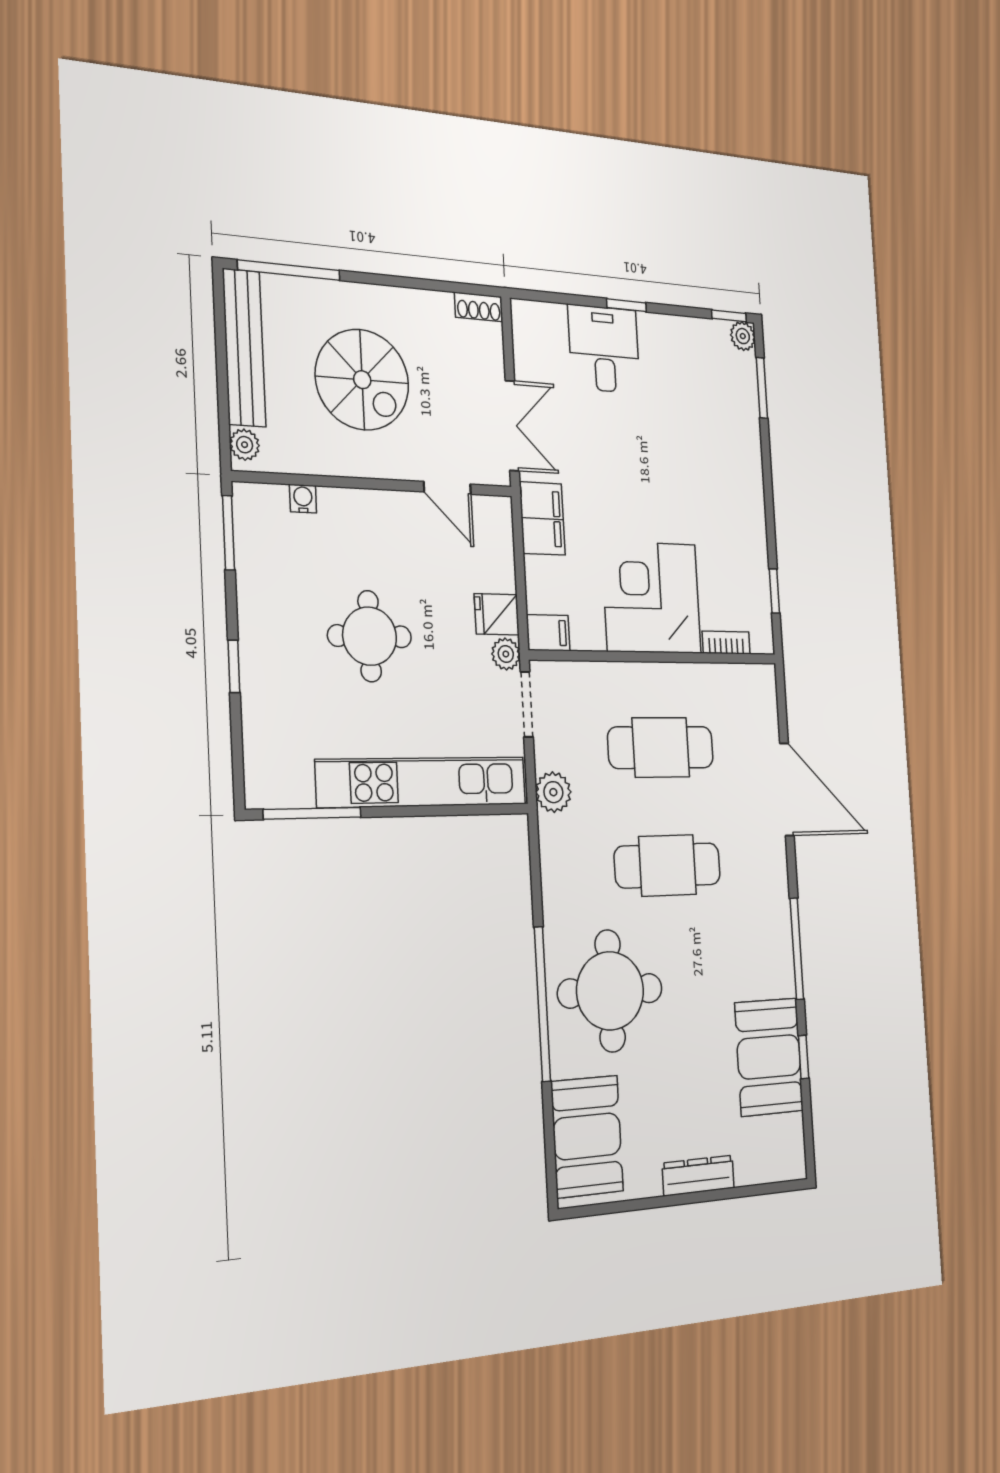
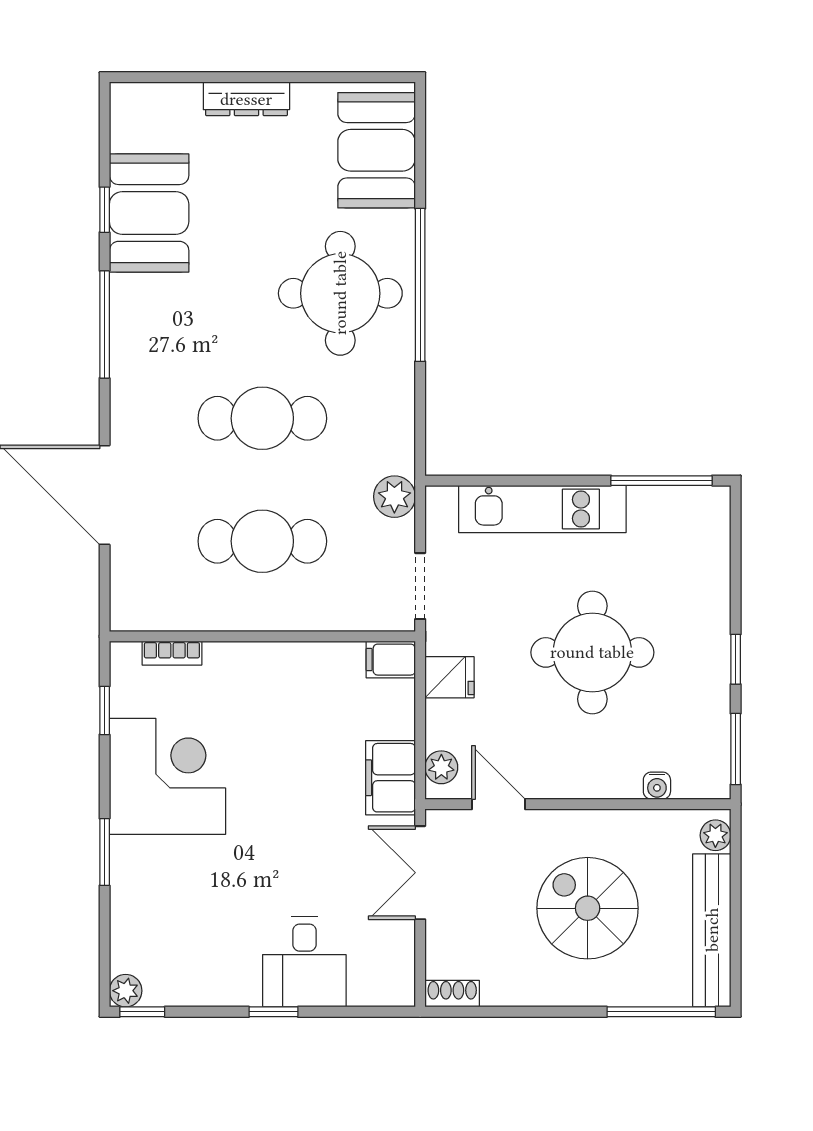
window: (762, 388) -> (105, 852), moved
corner desk: (652, 598) -> (167, 776), moved, turned -90
round table: (370, 636) -> (592, 652), width x1.36, depth x1.36
plant: (506, 654) -> (441, 767), moved
window: (234, 666) -> (736, 659), moved
kitchen unit: (422, 782) -> (542, 509), width x0.73

